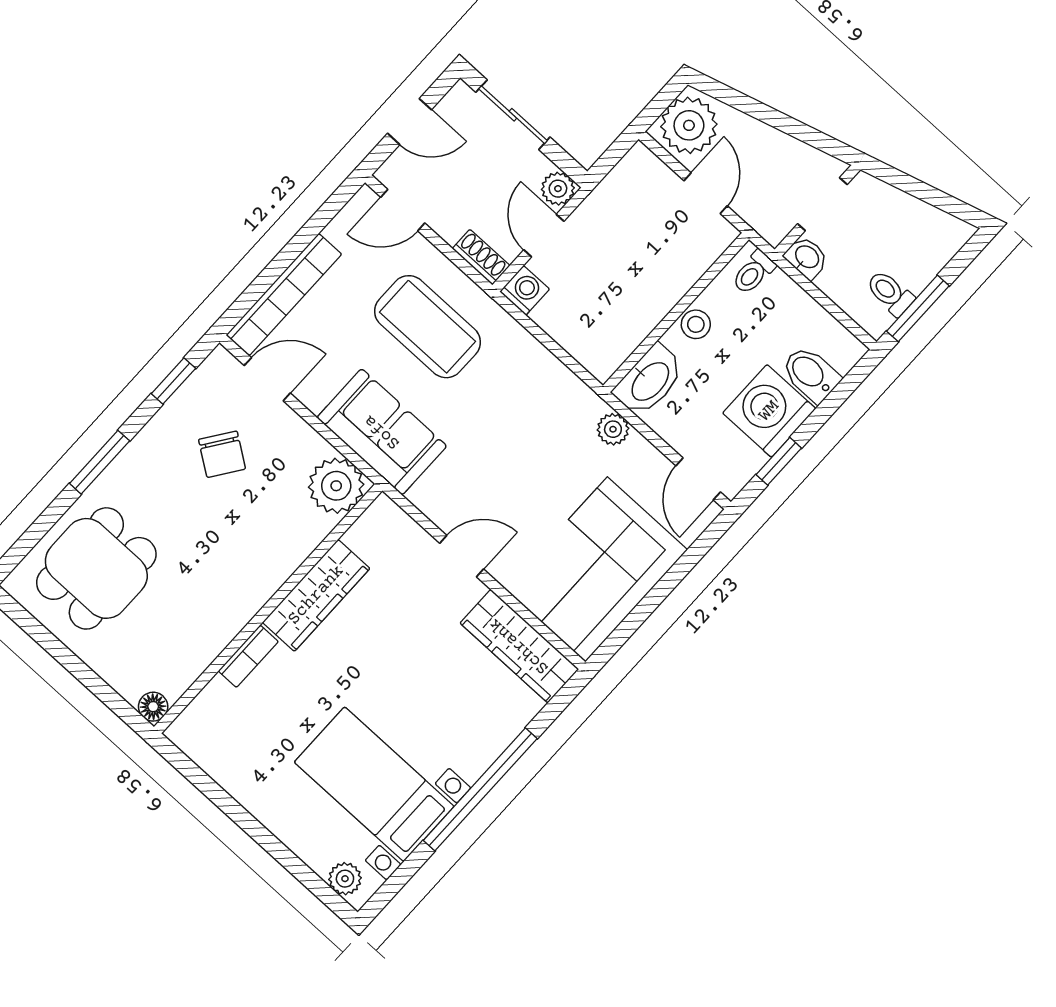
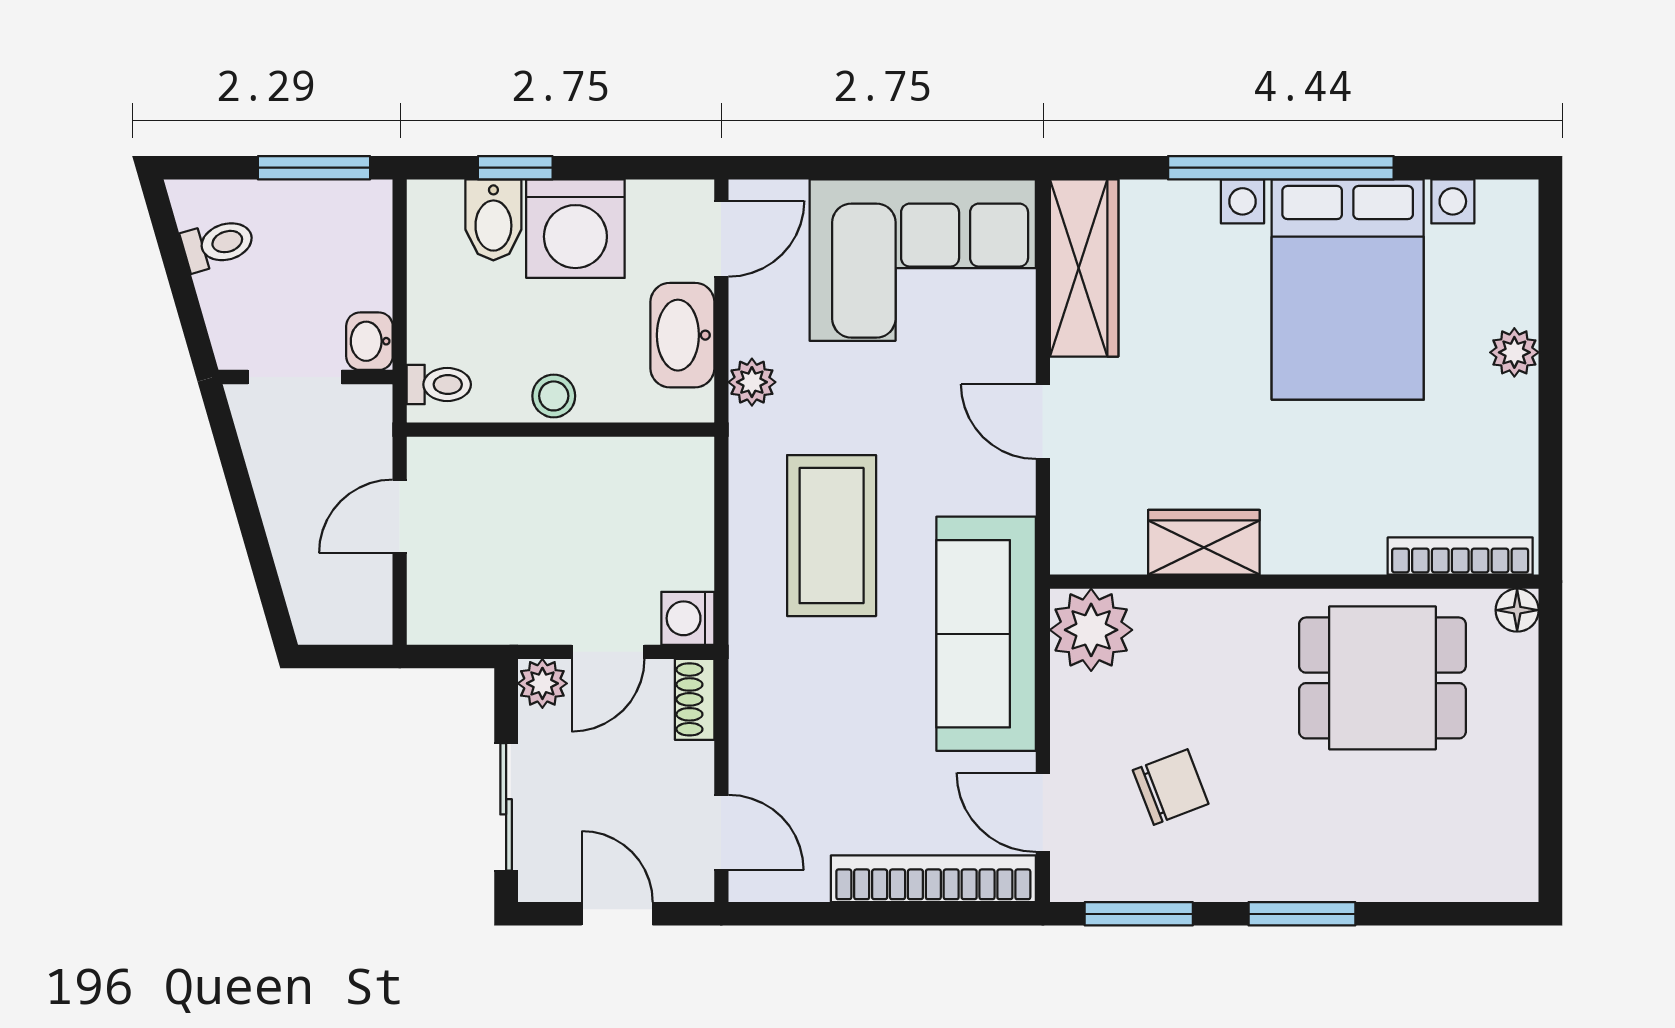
plant: (689, 125) -> (342, 603), removed
toilet: (890, 293) -> (218, 244), moved, turned -106
coffee table: (428, 327) -> (832, 536), moved
window: (173, 381) -> (1139, 914), width x1.50
washbasin: (649, 381) -> (682, 335), moved, turned -90
sofa: (382, 432) -> (986, 634), width x1.36
chair: (222, 454) -> (1171, 787), turned 34
window: (779, 461) -> (515, 168), moved
dining table: (96, 568) -> (1382, 678), moved
wardrobe: (316, 595) -> (1204, 542), width x0.67
bookcase: (248, 656) -> (1460, 556), moved, width x1.56
bed with nightstands: (374, 784) -> (1348, 290), width x1.36
plant: (345, 879) -> (1514, 352), moved

